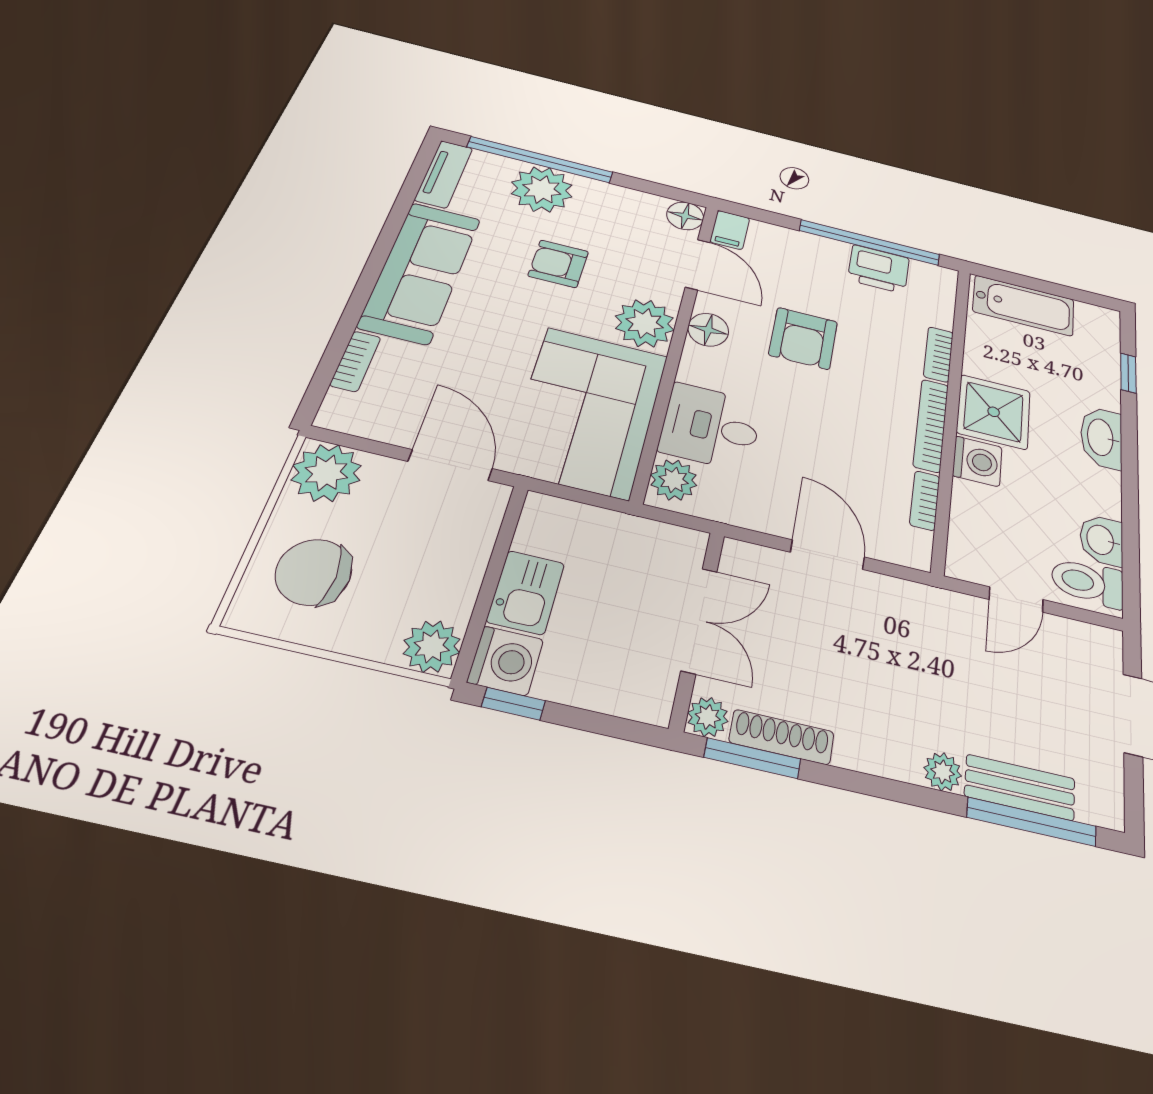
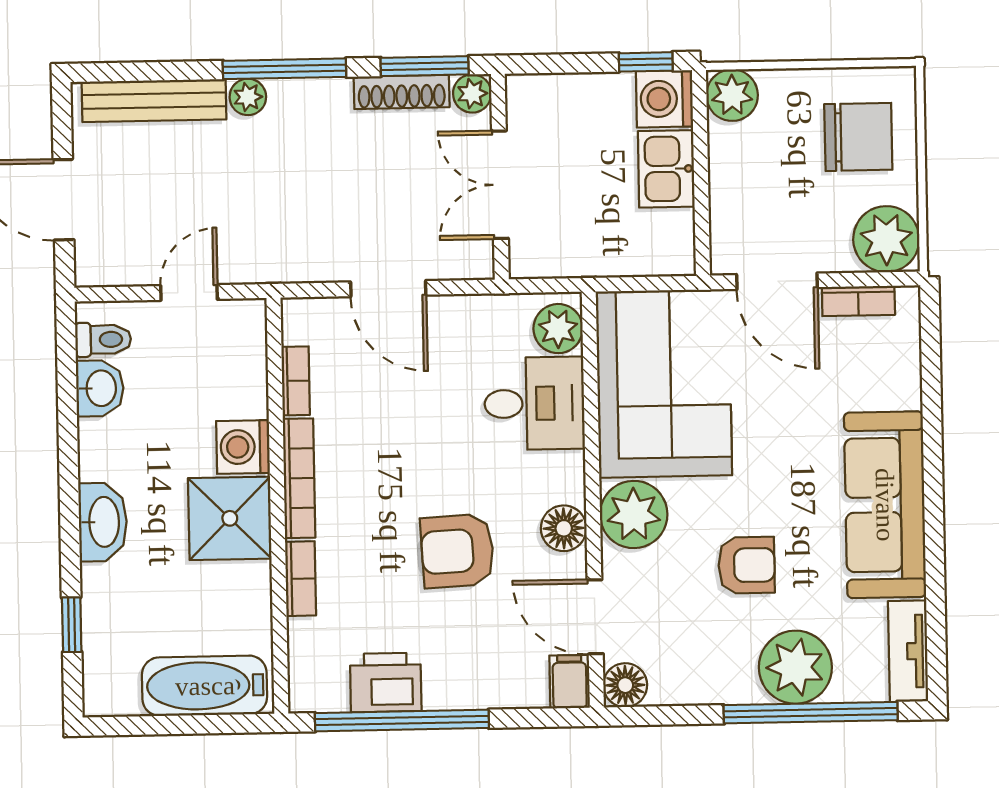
armchair: (803, 338) -> (457, 551), turned -93
bookcase: (355, 361) -> (858, 301), moved, turned -90
toilet: (1088, 583) -> (103, 340), width x0.73, depth x0.72
bench: (1020, 787) -> (154, 101), width x1.36
window: (1032, 822) -> (284, 69), moved

